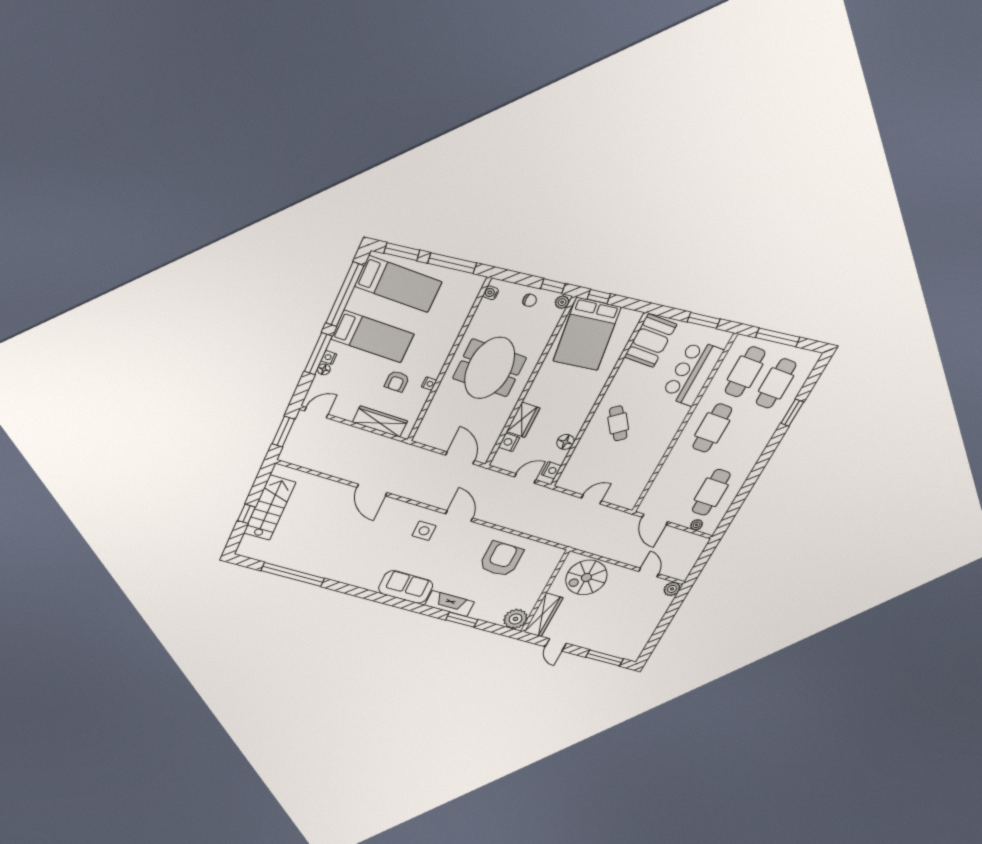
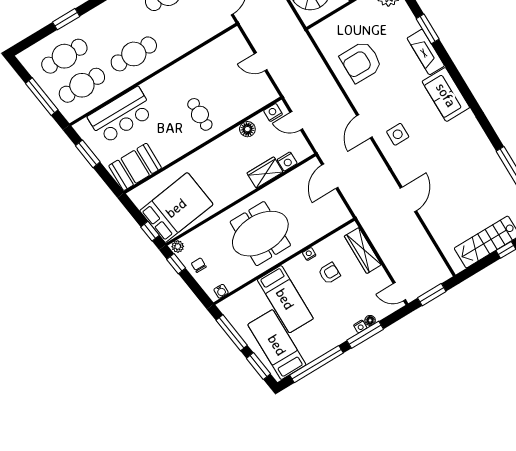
bed: (373, 337) -> (285, 299), moved, turned 180
cafe table: (618, 423) -> (200, 114), turned -54

